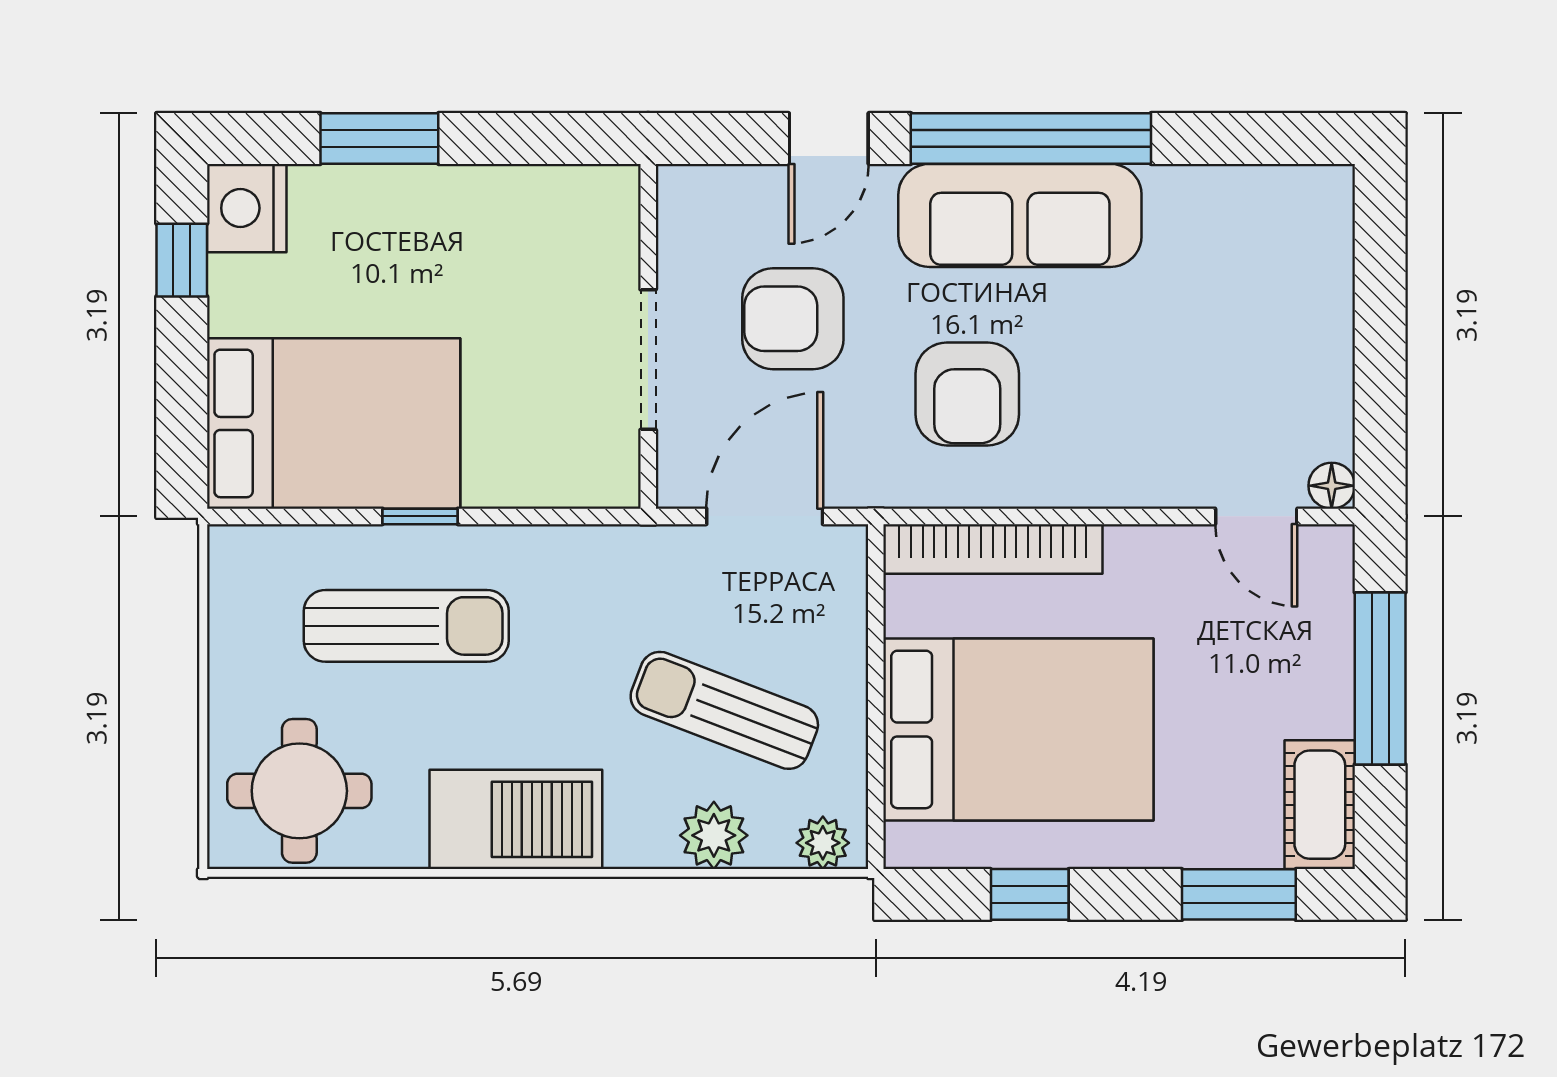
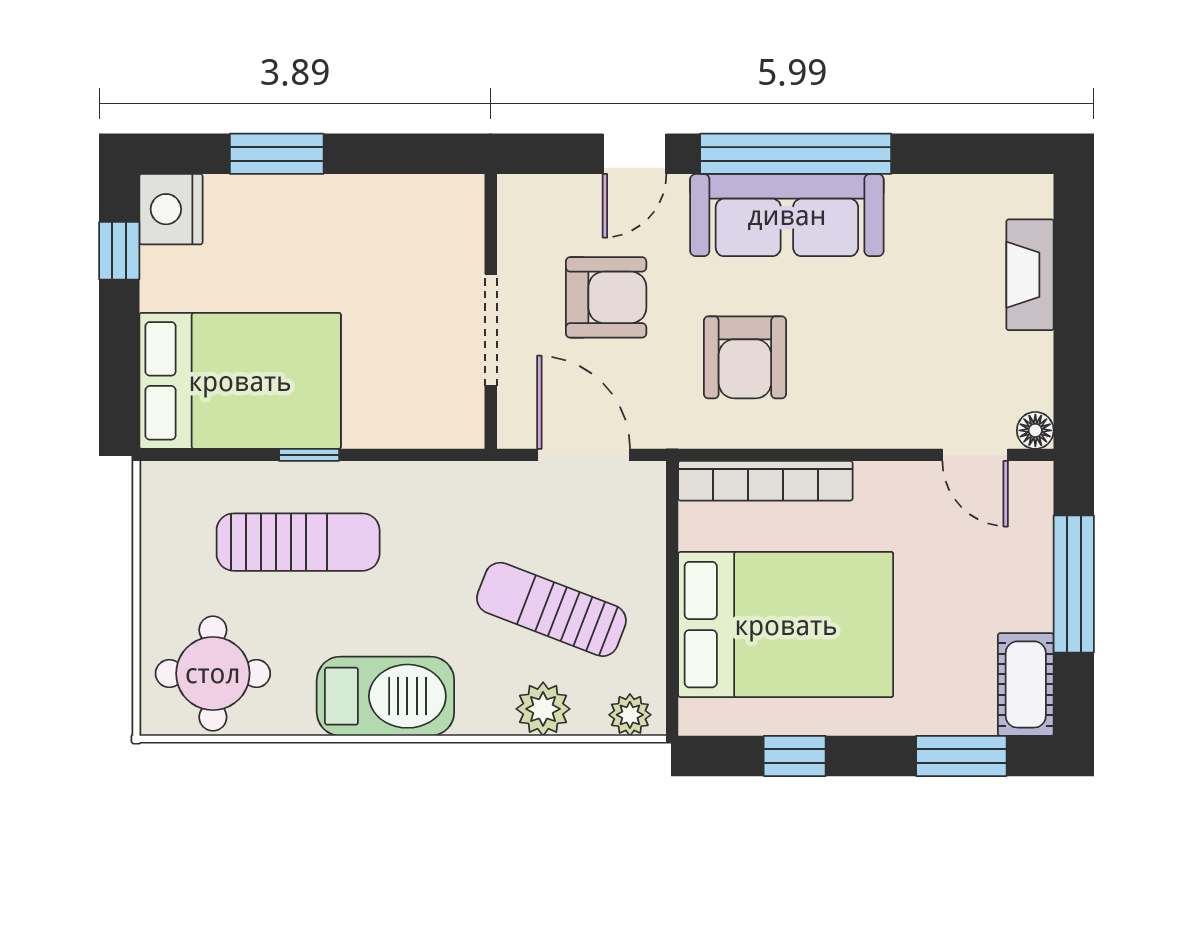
fireplace: (1325, 290) -> (1030, 275), added
armchair: (793, 319) -> (606, 297), turned 180
door: (765, 516) -> (584, 455), hinge flipped

